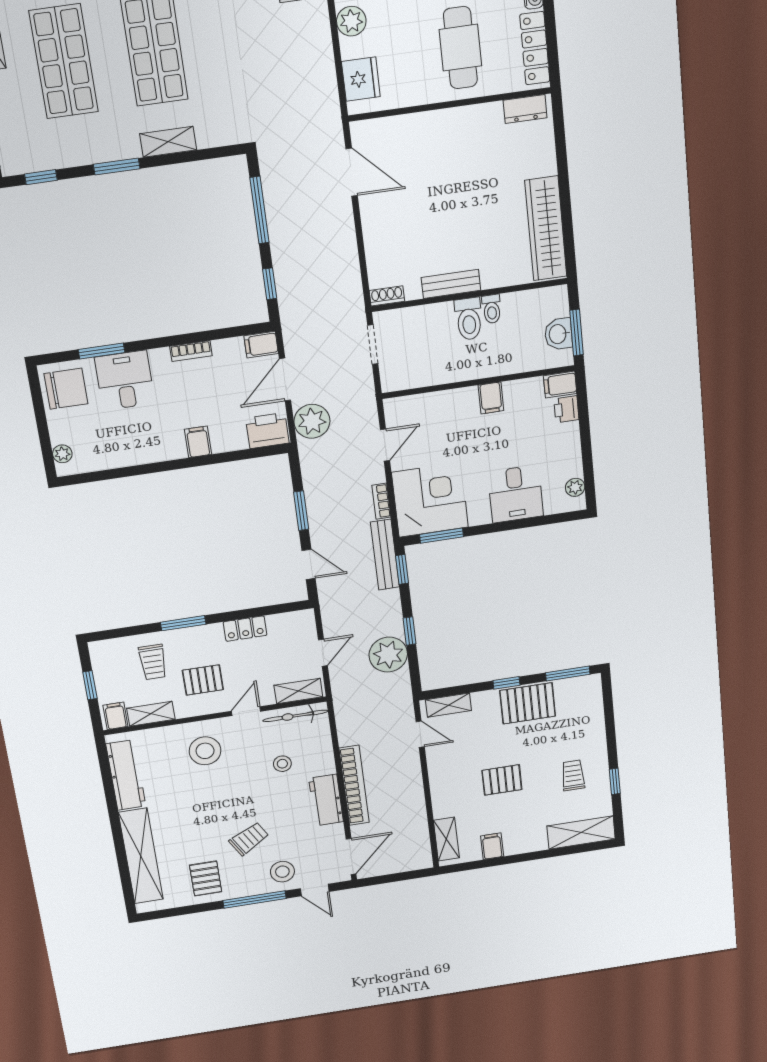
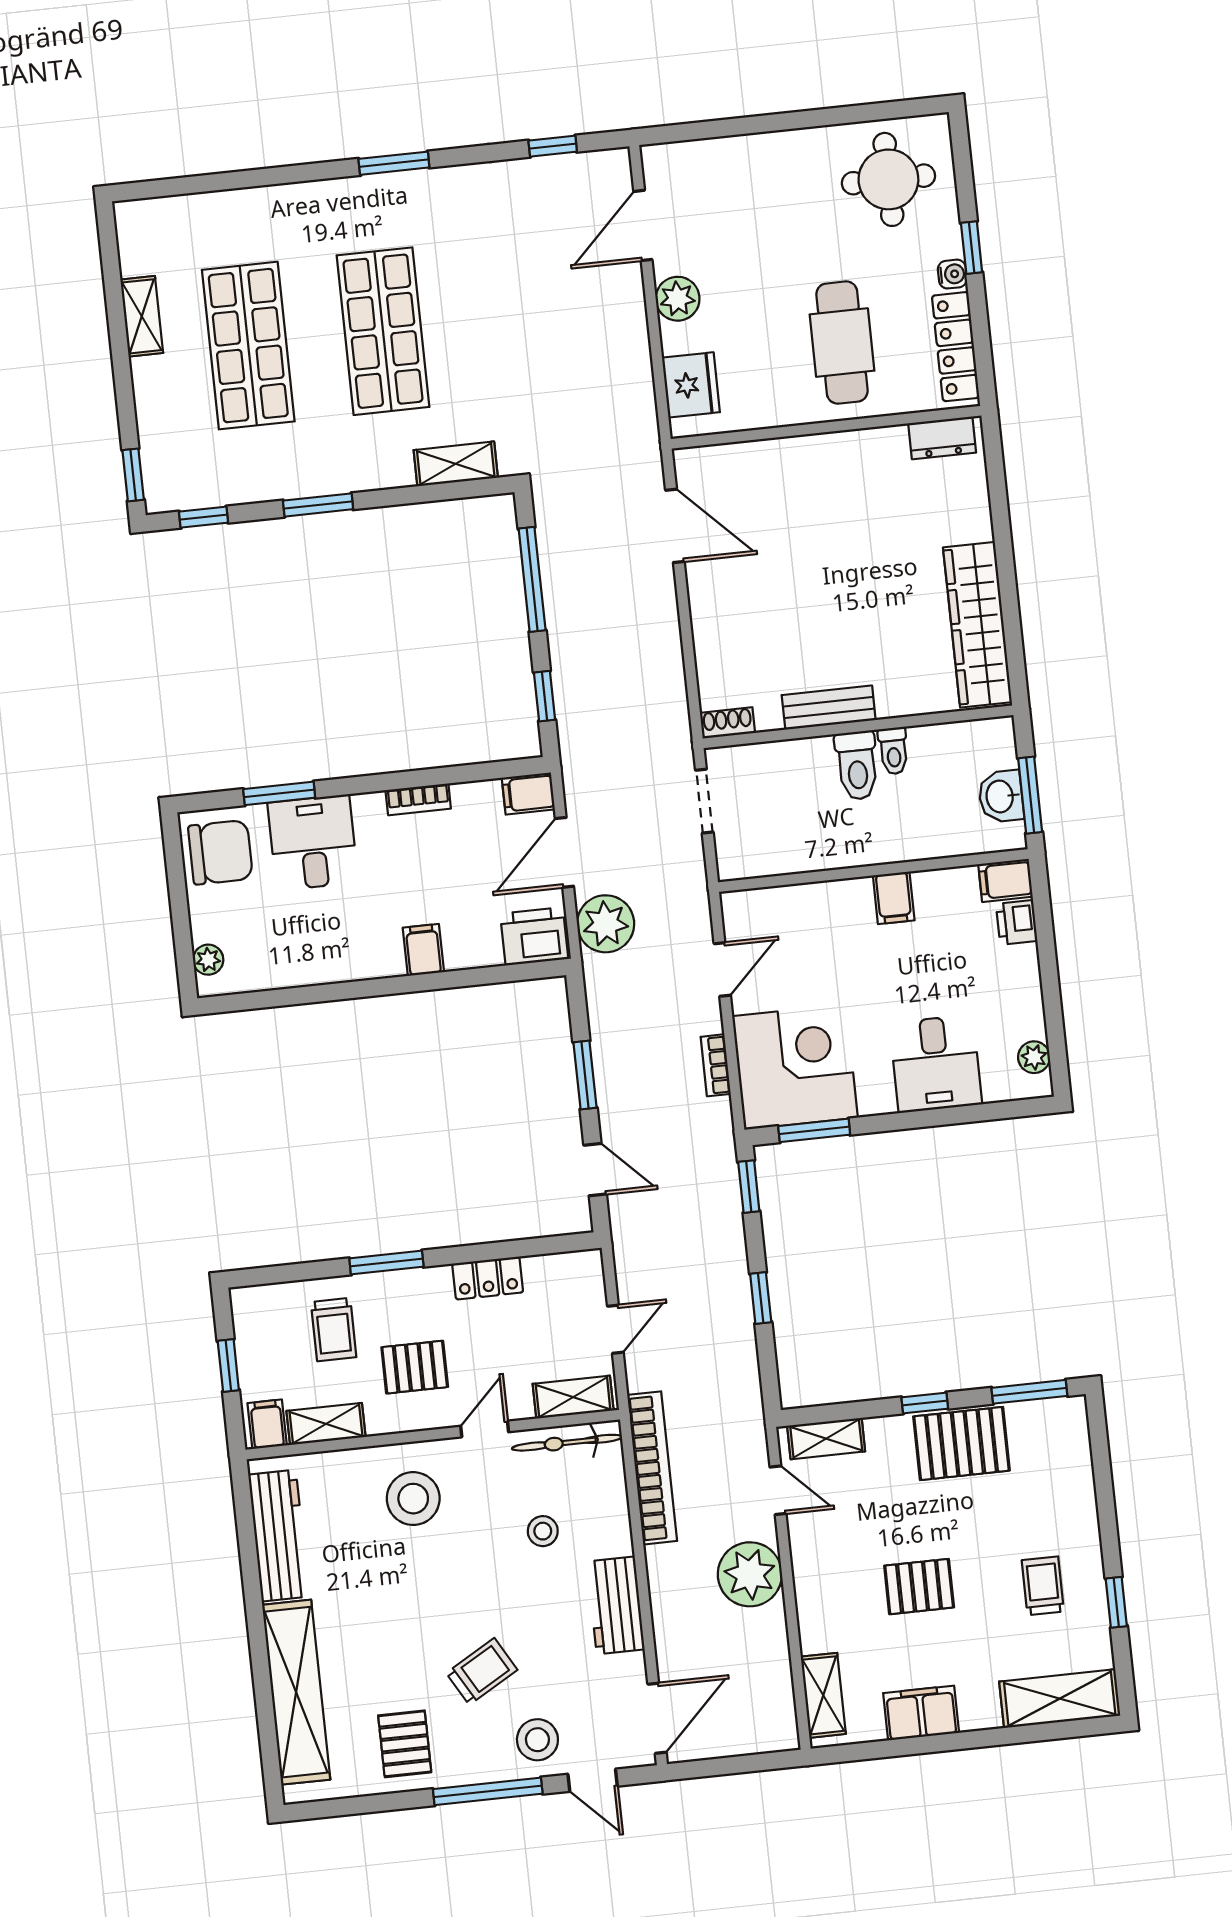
shelving: (168, 142) -> (456, 464), moved
bench: (385, 555) -> (721, 1159), removed
plant: (388, 655) -> (750, 1574), moved
bookcase: (354, 785) -> (652, 1468), moved
filing cabinet: (492, 846) -> (921, 1713), width x2.00

